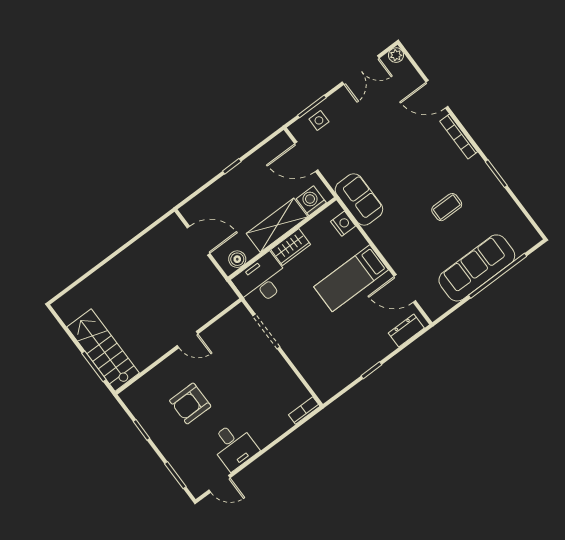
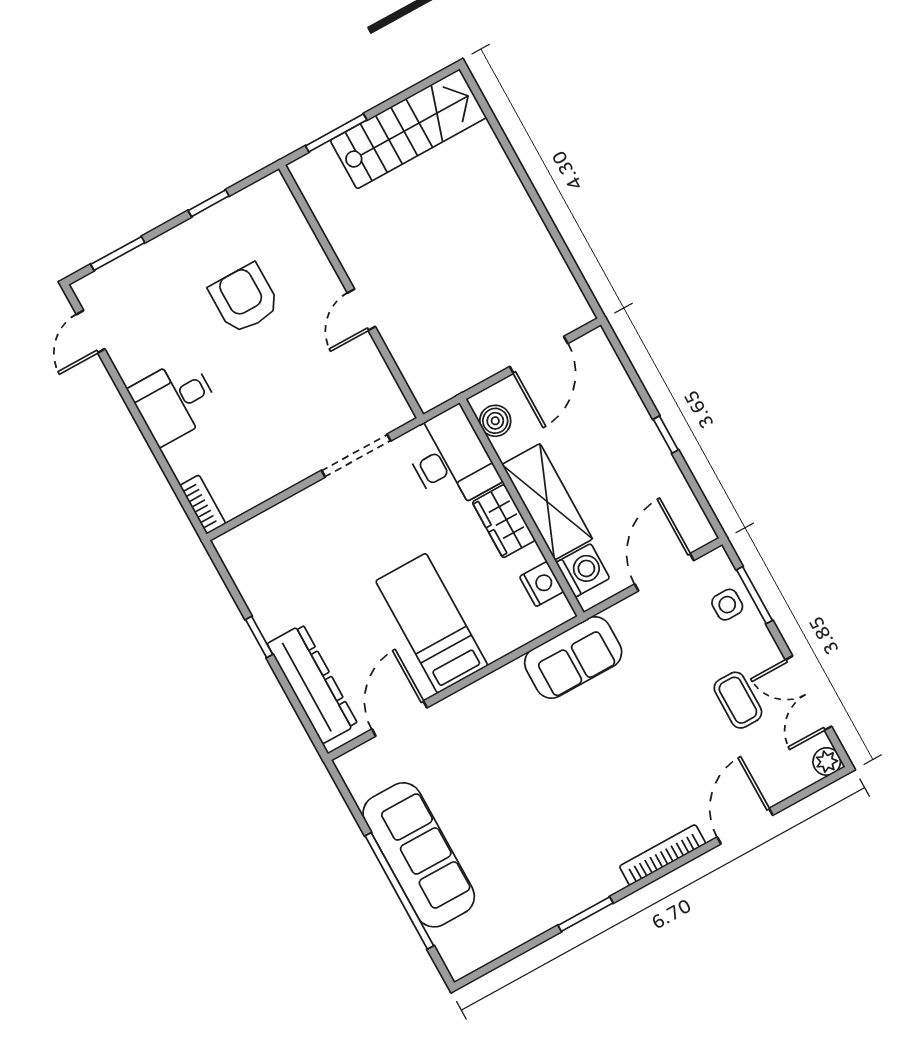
coffee table: (447, 207) -> (738, 700), moved
nightstand: (343, 224) -> (542, 584), moved, turned -90
dresser: (406, 331) -> (312, 684), width x1.96, depth x1.24
stairs: (103, 350) -> (408, 129), moved
desk: (234, 446) -> (175, 401), moved

